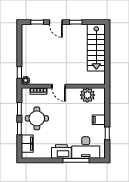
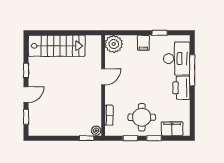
door: (59, 86) -> (103, 77), moved
plant: (87, 95) -> (114, 44), moved

